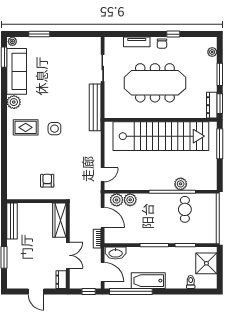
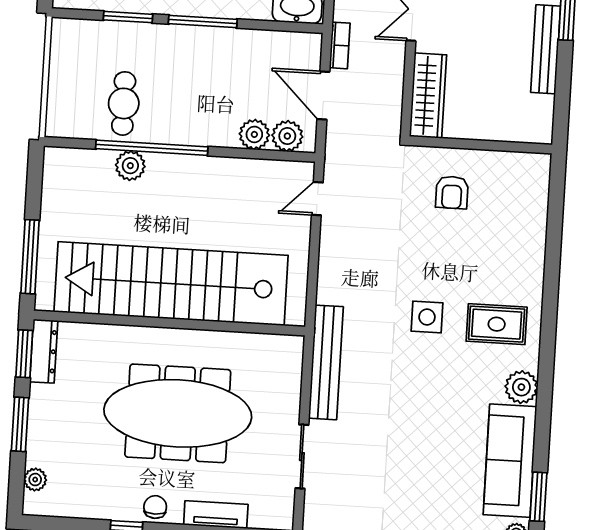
bench: (12, 221) -> (546, 49), moved

